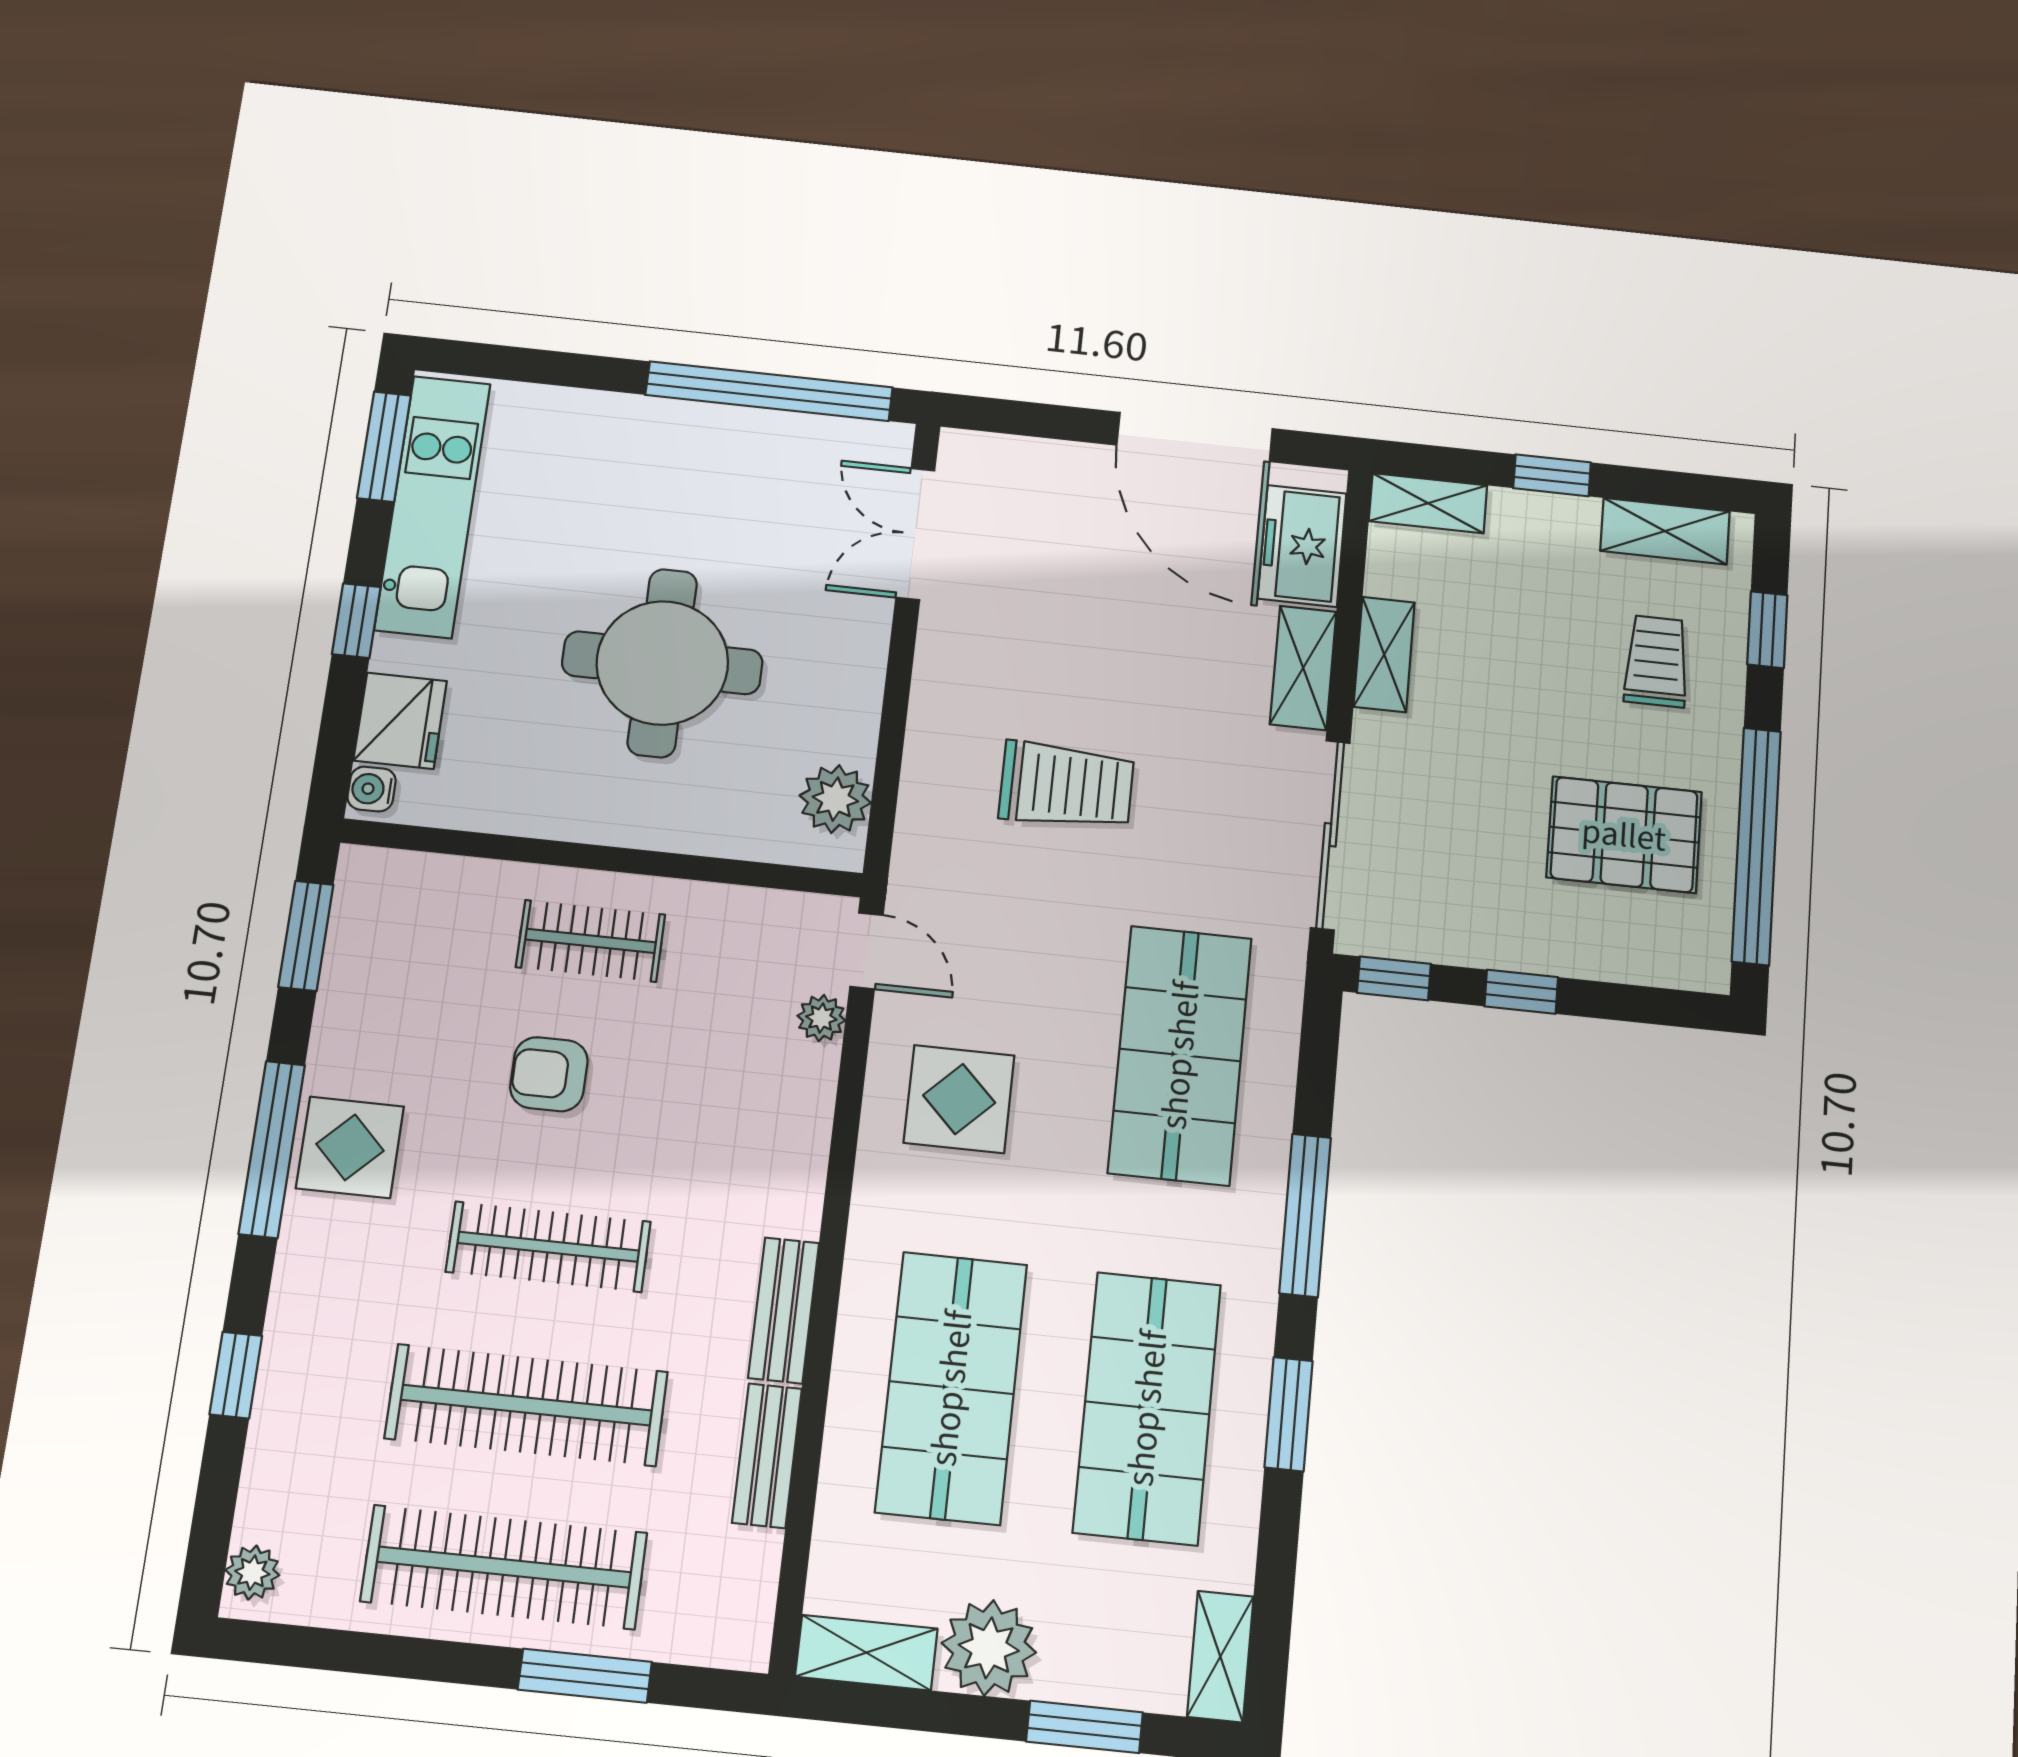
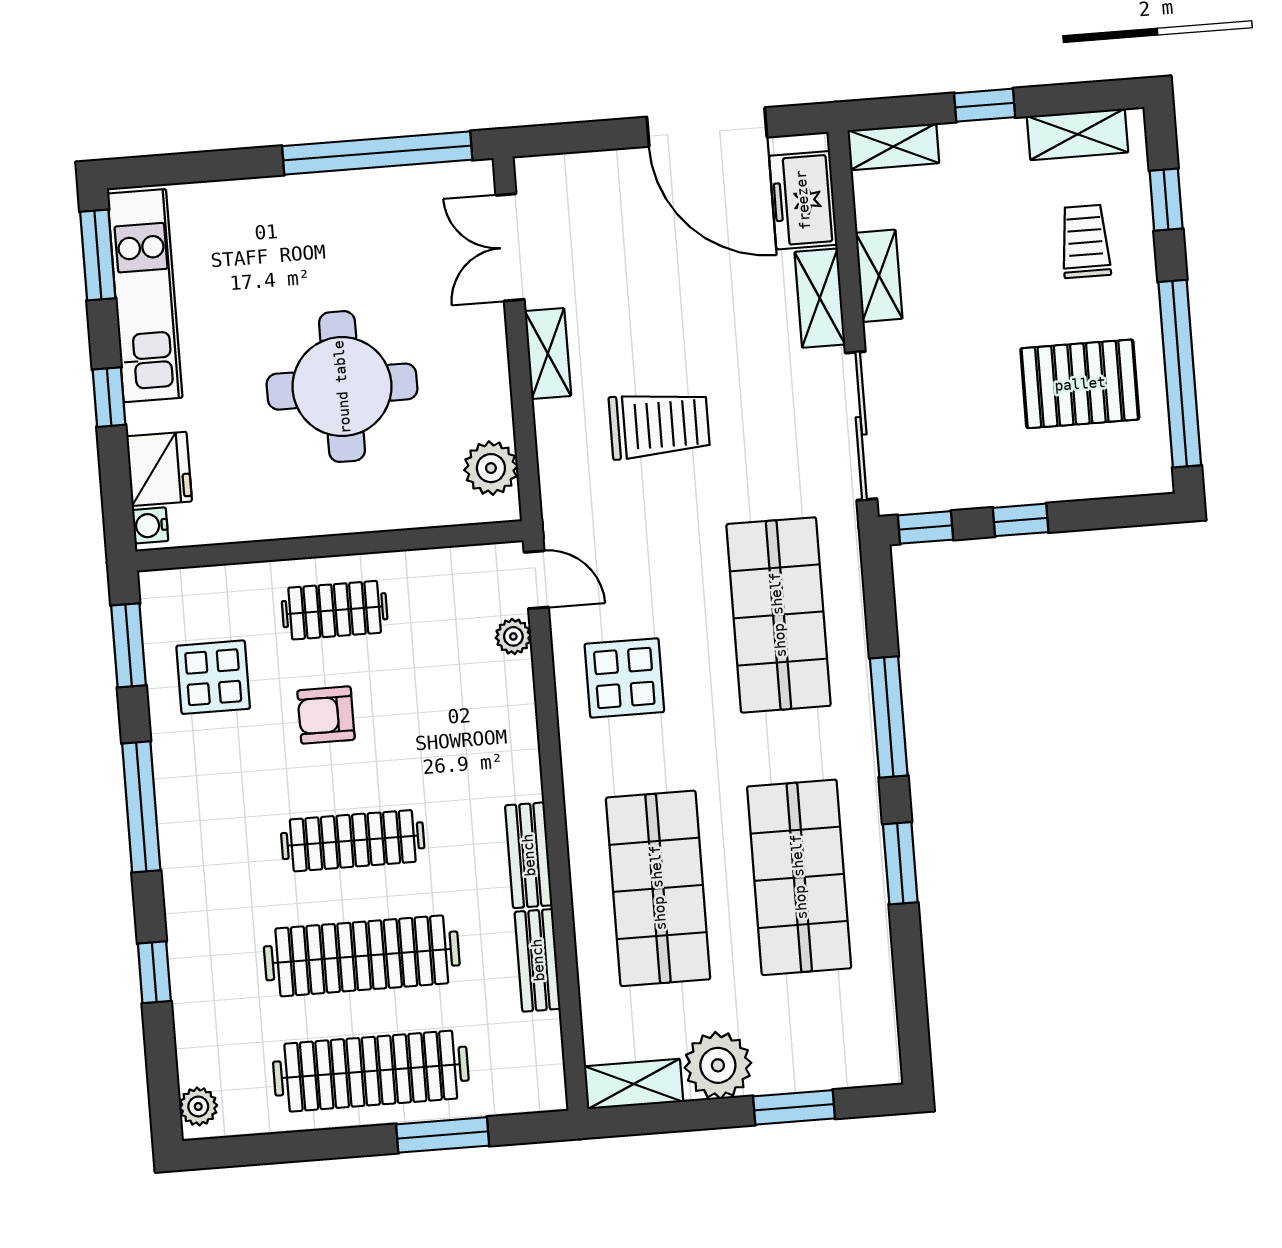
display table: (350, 1147) -> (213, 677), moved
shelving: (1220, 1656) -> (548, 354), moved

